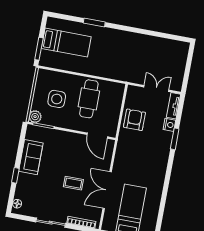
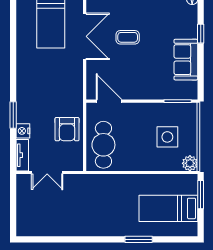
cafe table: (89, 99) -> (103, 145), moved
plant: (35, 117) -> (190, 163), moved

